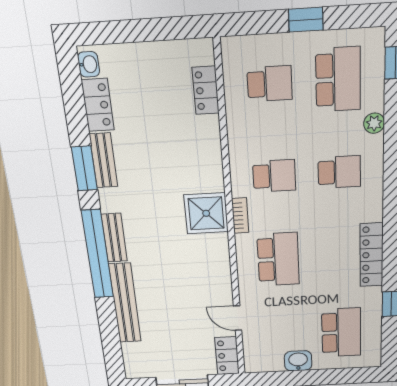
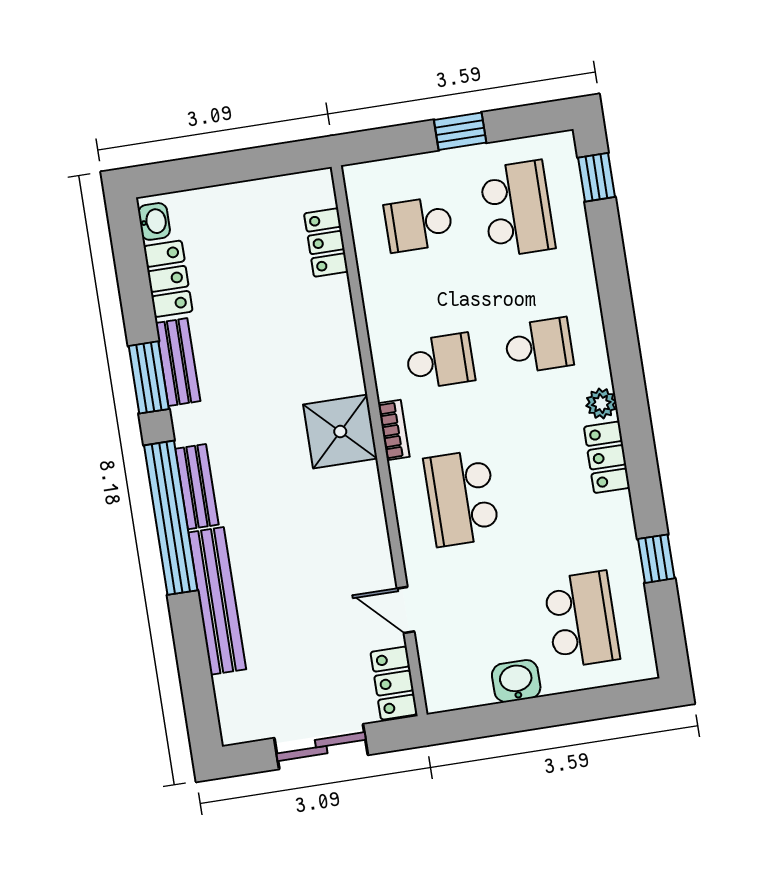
school desk: (270, 84) -> (419, 224), turned 180
plant: (374, 123) -> (601, 403), moved
locker: (372, 255) -> (607, 457), width x0.66
school desk: (278, 259) -> (462, 498), turned 180

